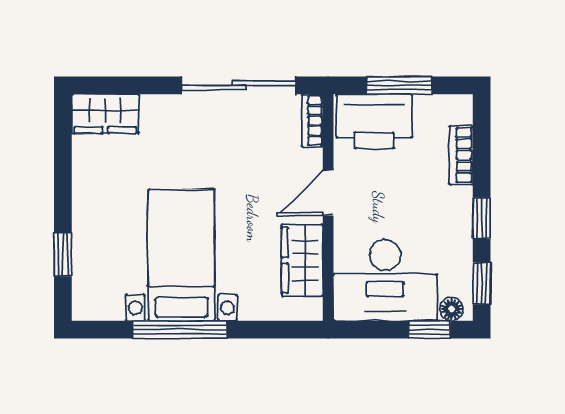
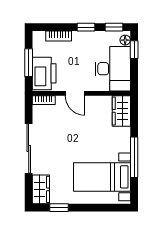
sliding door: (239, 85) -> (29, 149), moved
window: (63, 254) -> (59, 208), moved
bed with nightstands: (181, 255) -> (102, 177), moved
wardrobe: (302, 260) -> (121, 111), moved, turned 90

